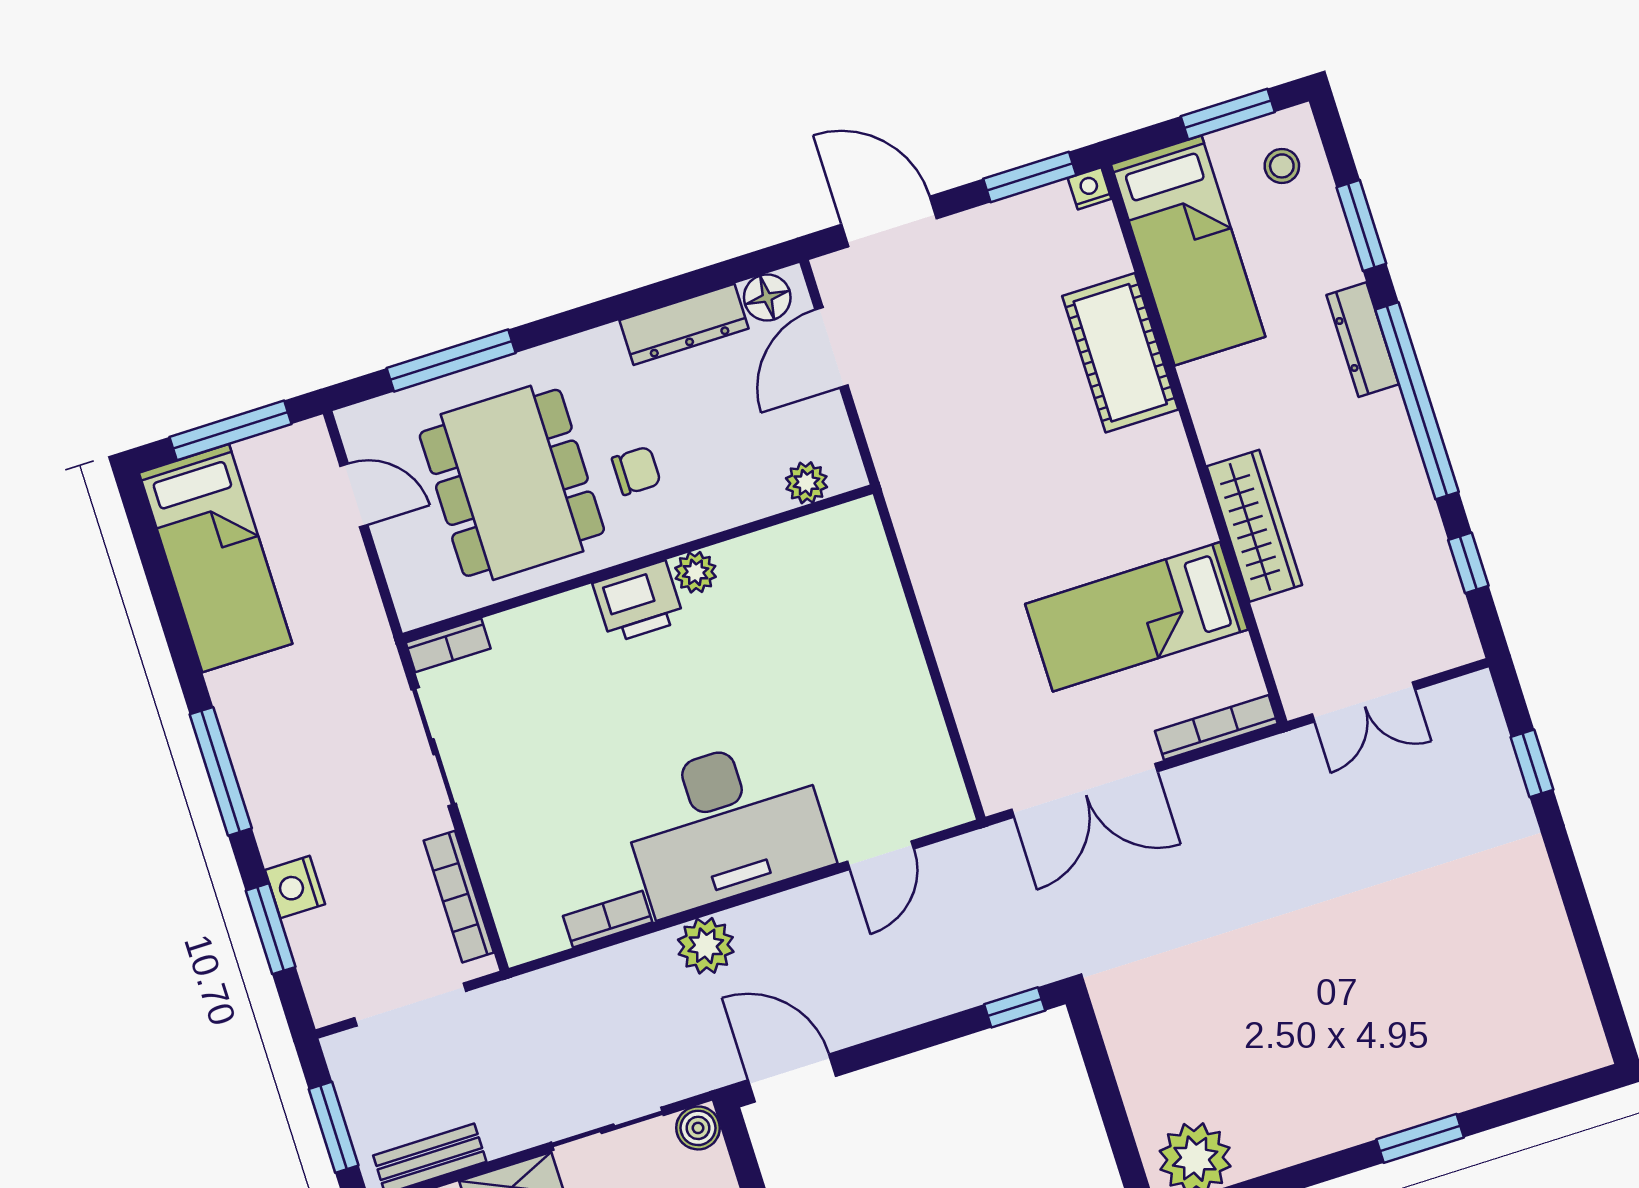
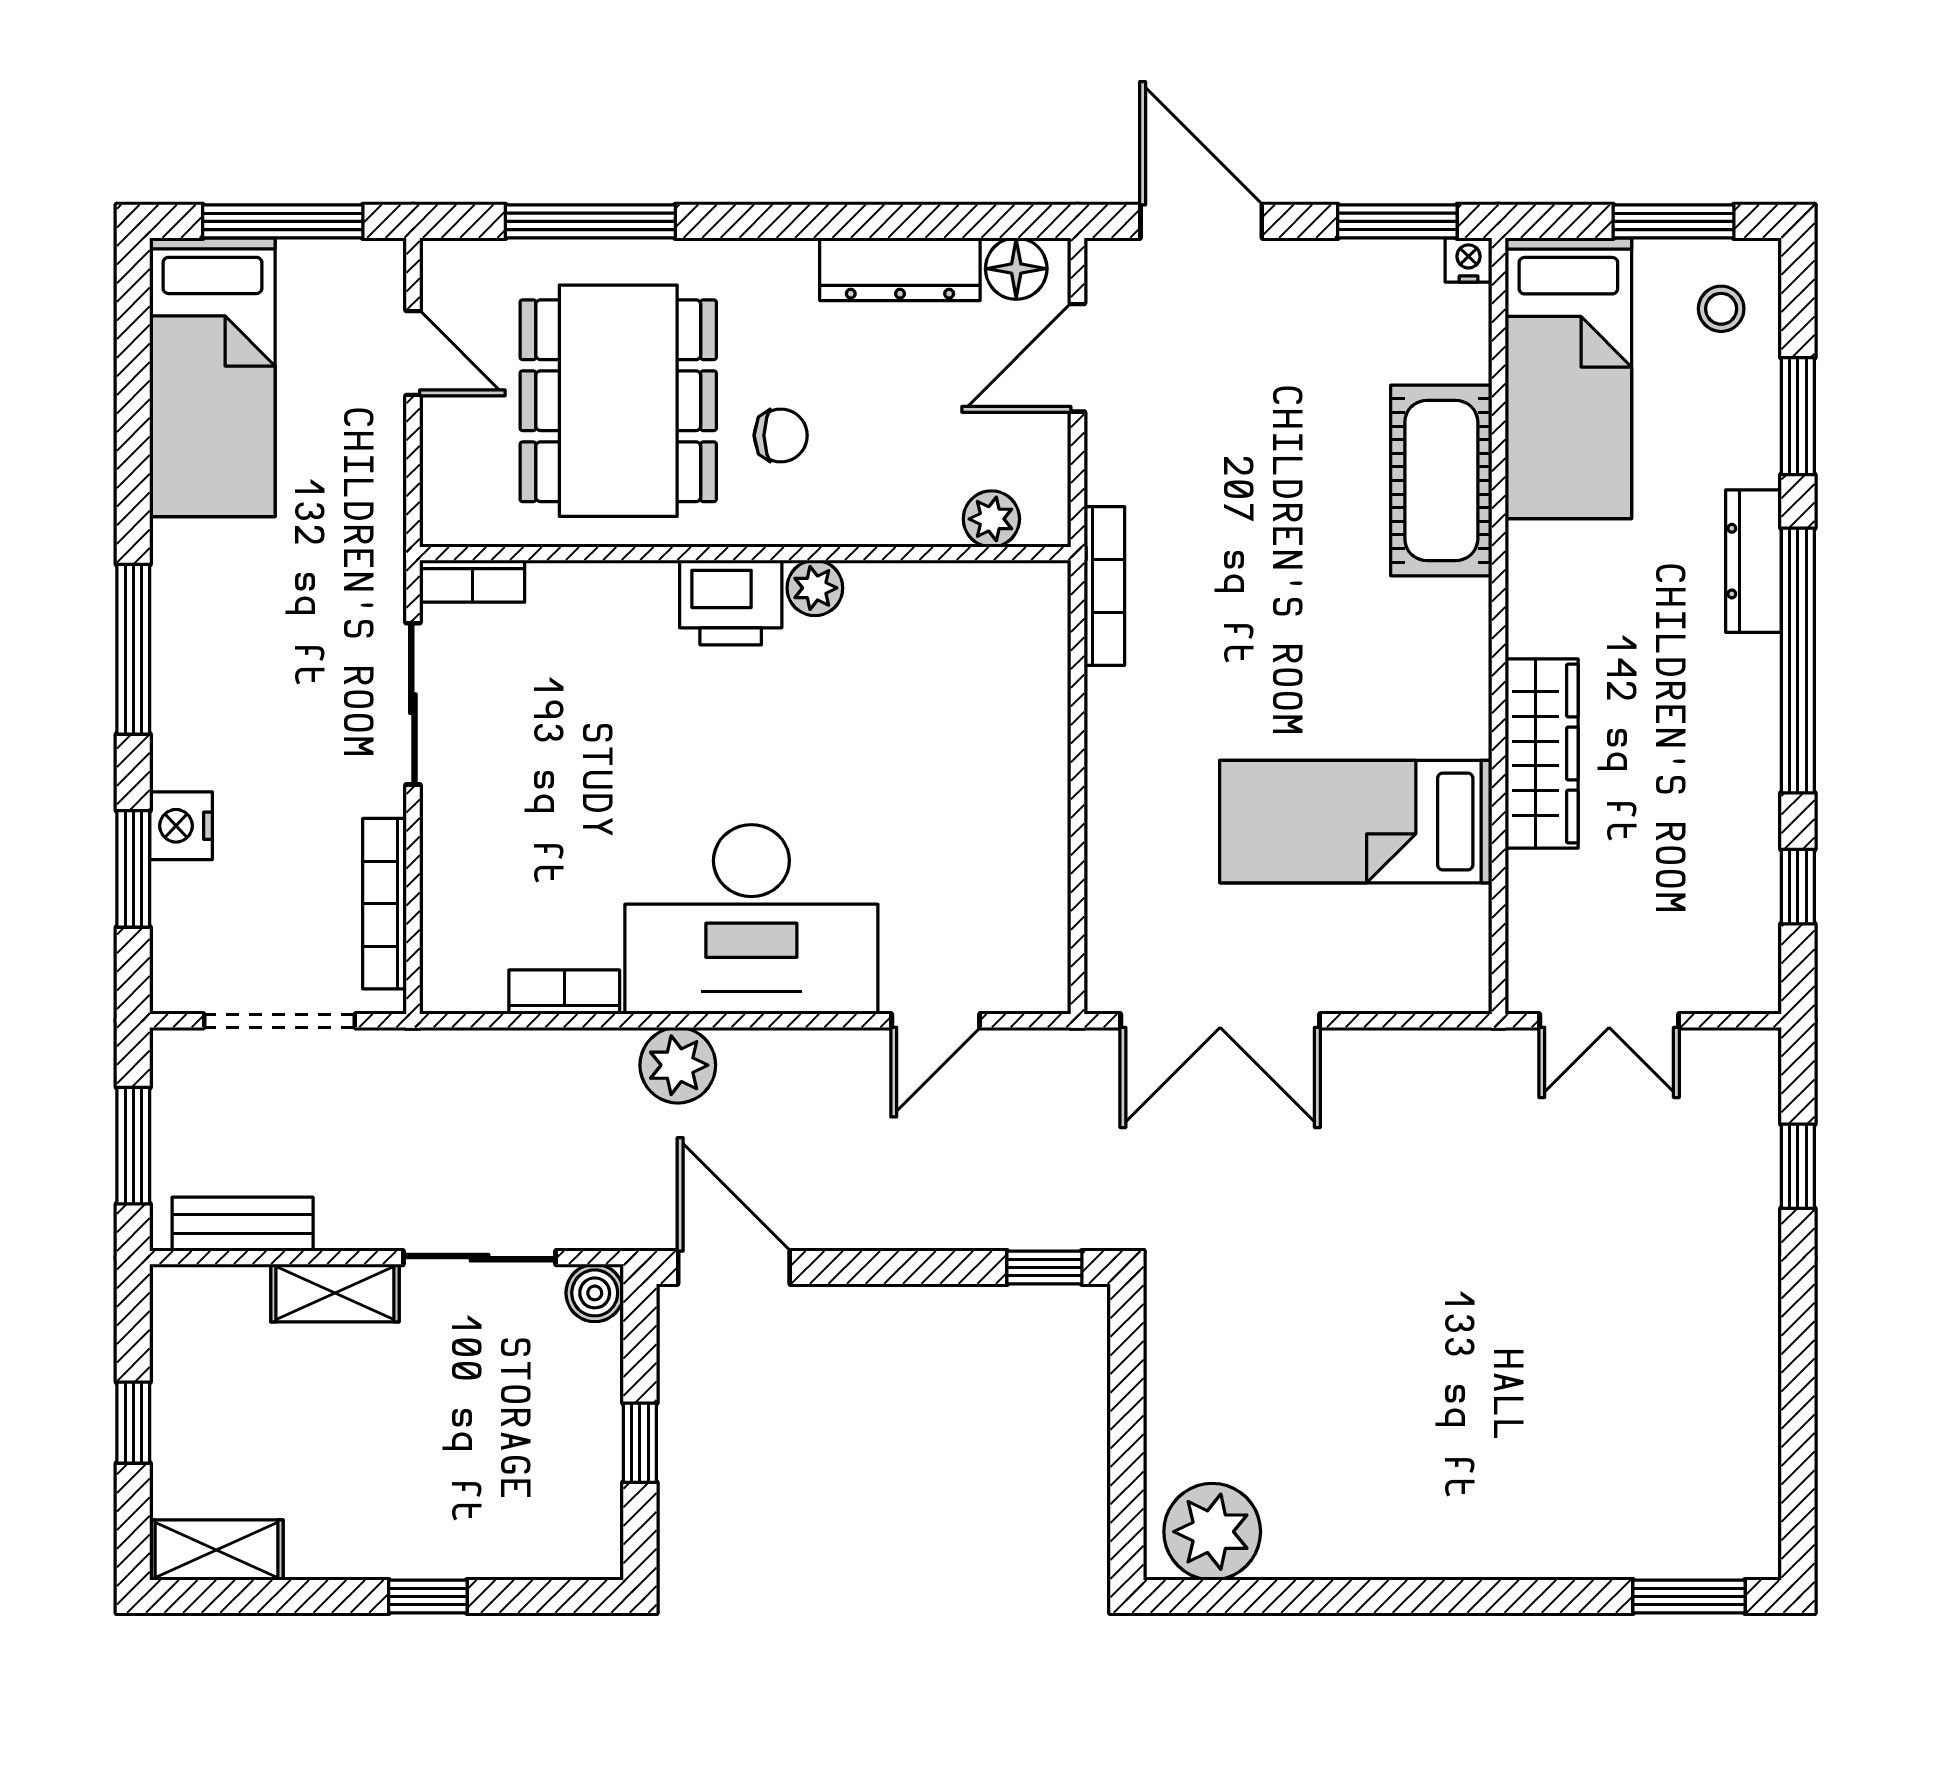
bookcase: (1216, 727) -> (1104, 586), moved, turned 90
window: (1420, 1138) -> (1689, 1596), moved

